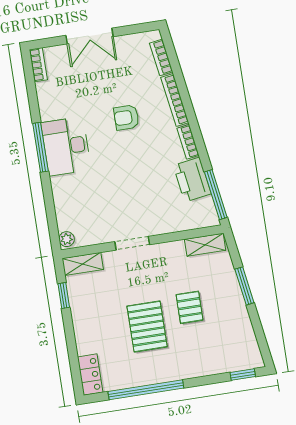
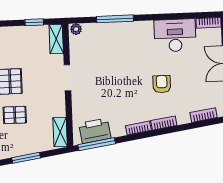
bookcase: (175, 100) -> (164, 123), width x0.64
desk: (66, 146) -> (175, 35), moved
window: (40, 147) -> (115, 19), moved
printer: (192, 180) -> (95, 131), moved

